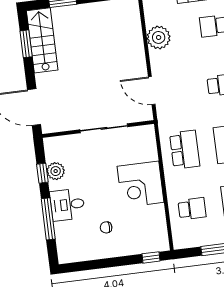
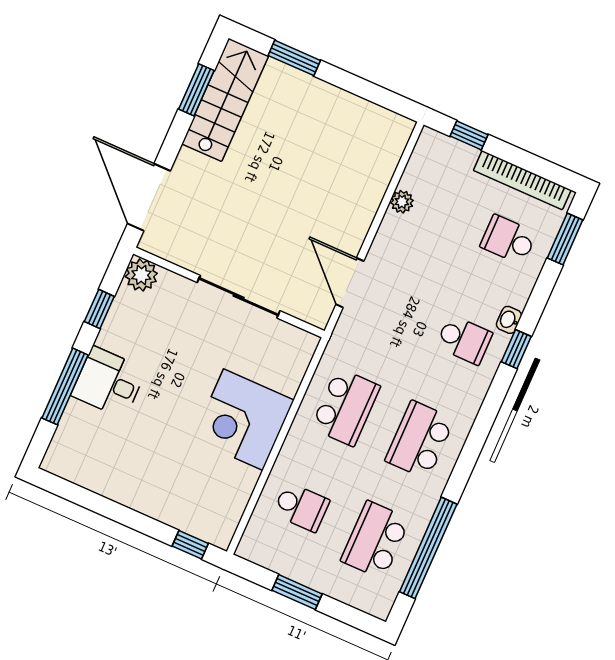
plant: (159, 37) -> (402, 202), width x0.53, depth x0.53
plant: (56, 171) -> (141, 275), moved
chair: (106, 227) -> (148, 455), removed

